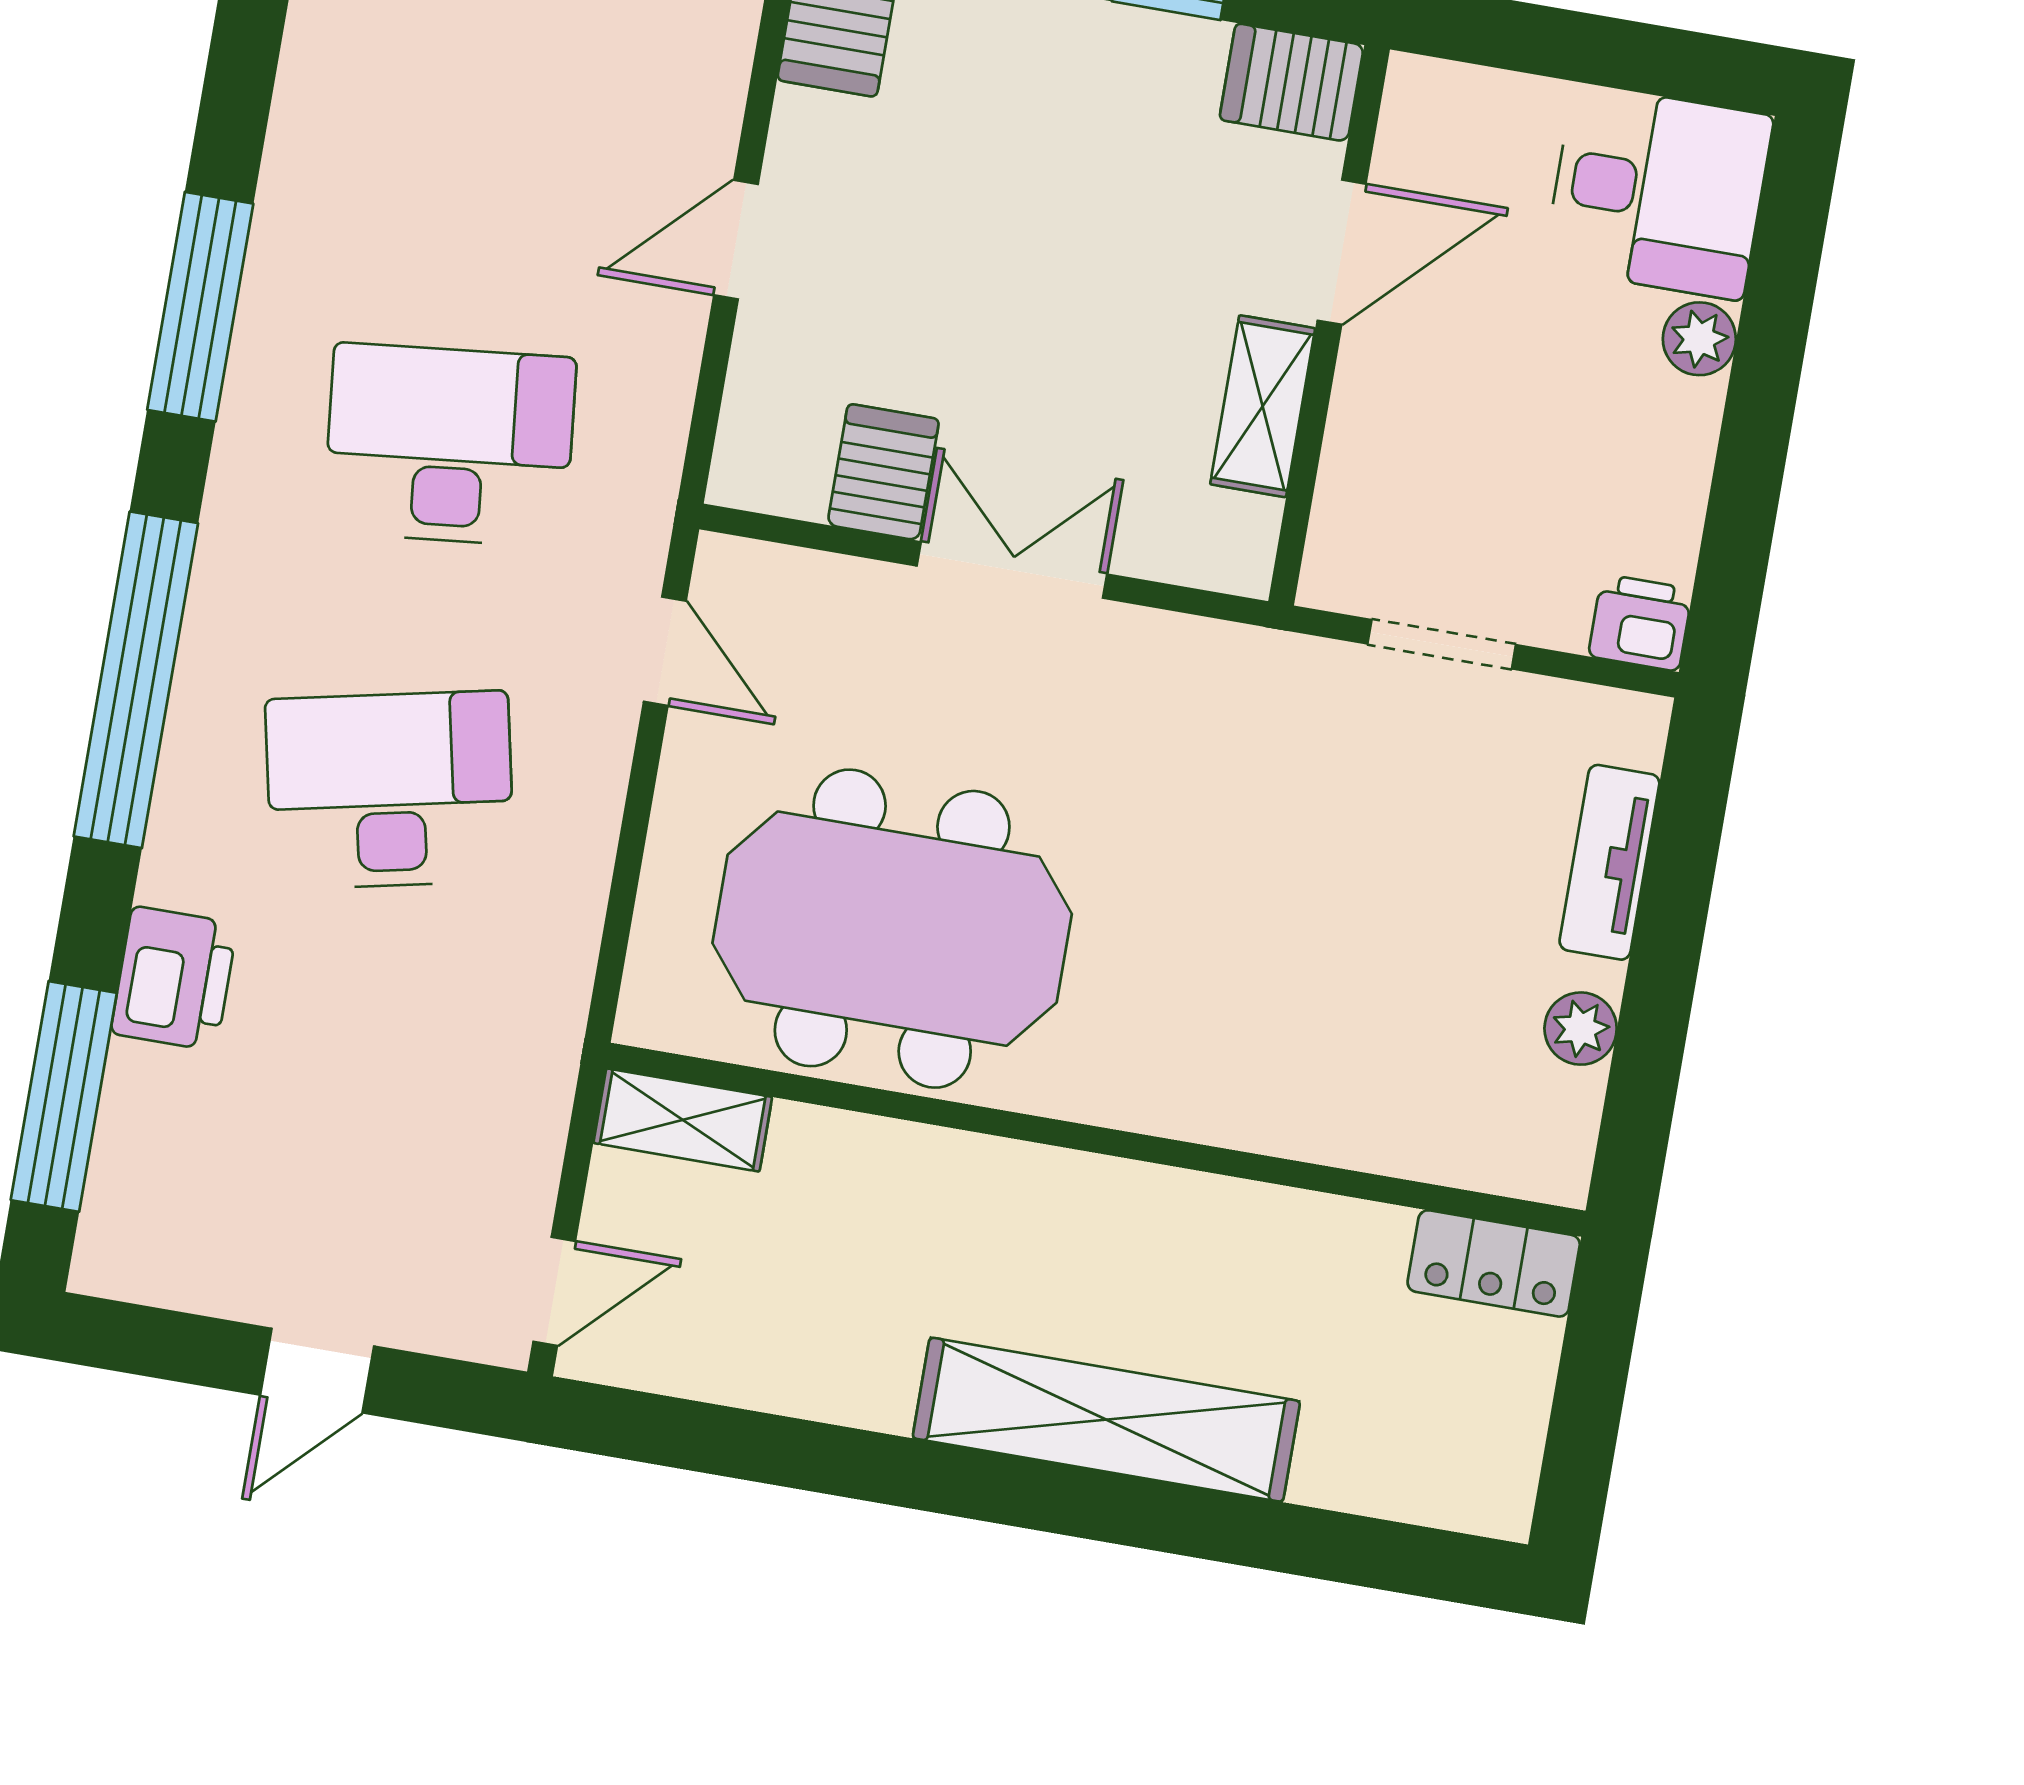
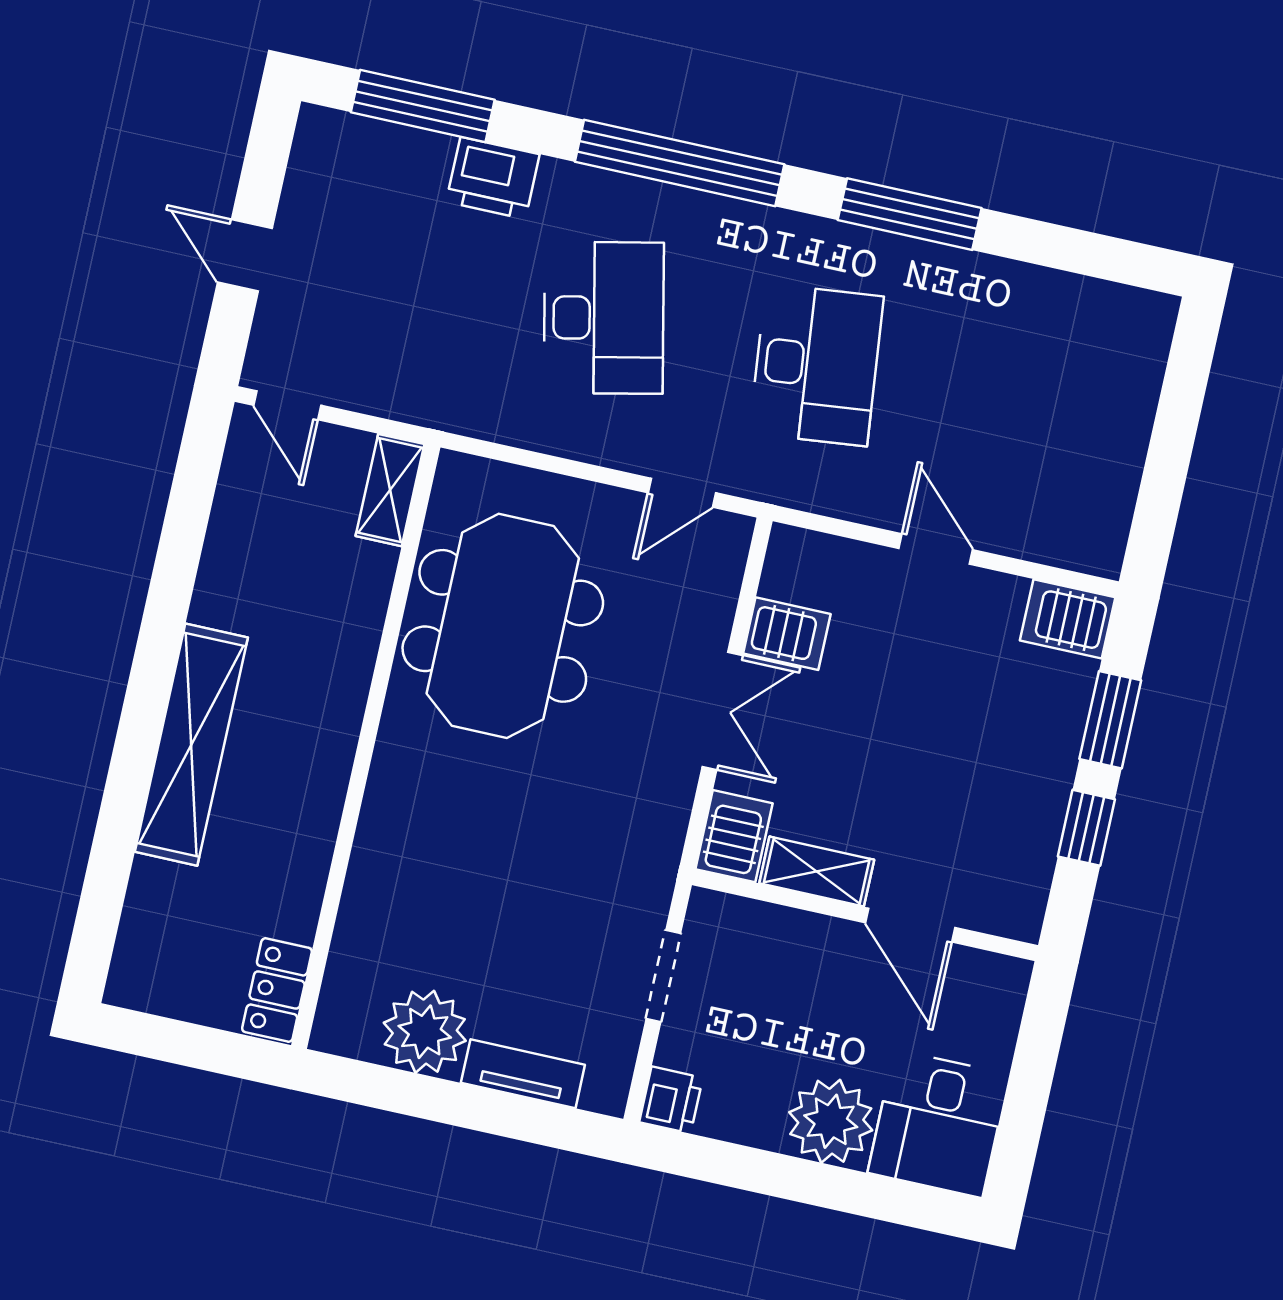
server rack: (1292, 82) -> (734, 836), moved
plant: (1699, 339) -> (831, 1121), width x1.88, depth x1.88
plant: (1581, 1029) -> (425, 1032), width x1.87, depth x1.87

